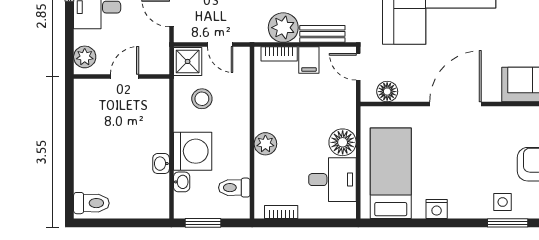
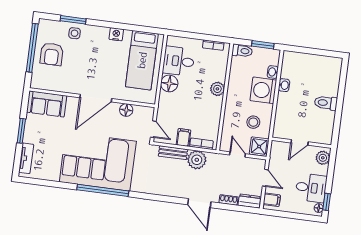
floor lamp: (387, 92) -> (126, 110), moved
toilet: (234, 188) -> (242, 51), moved
toilet: (91, 203) -> (326, 103), moved

